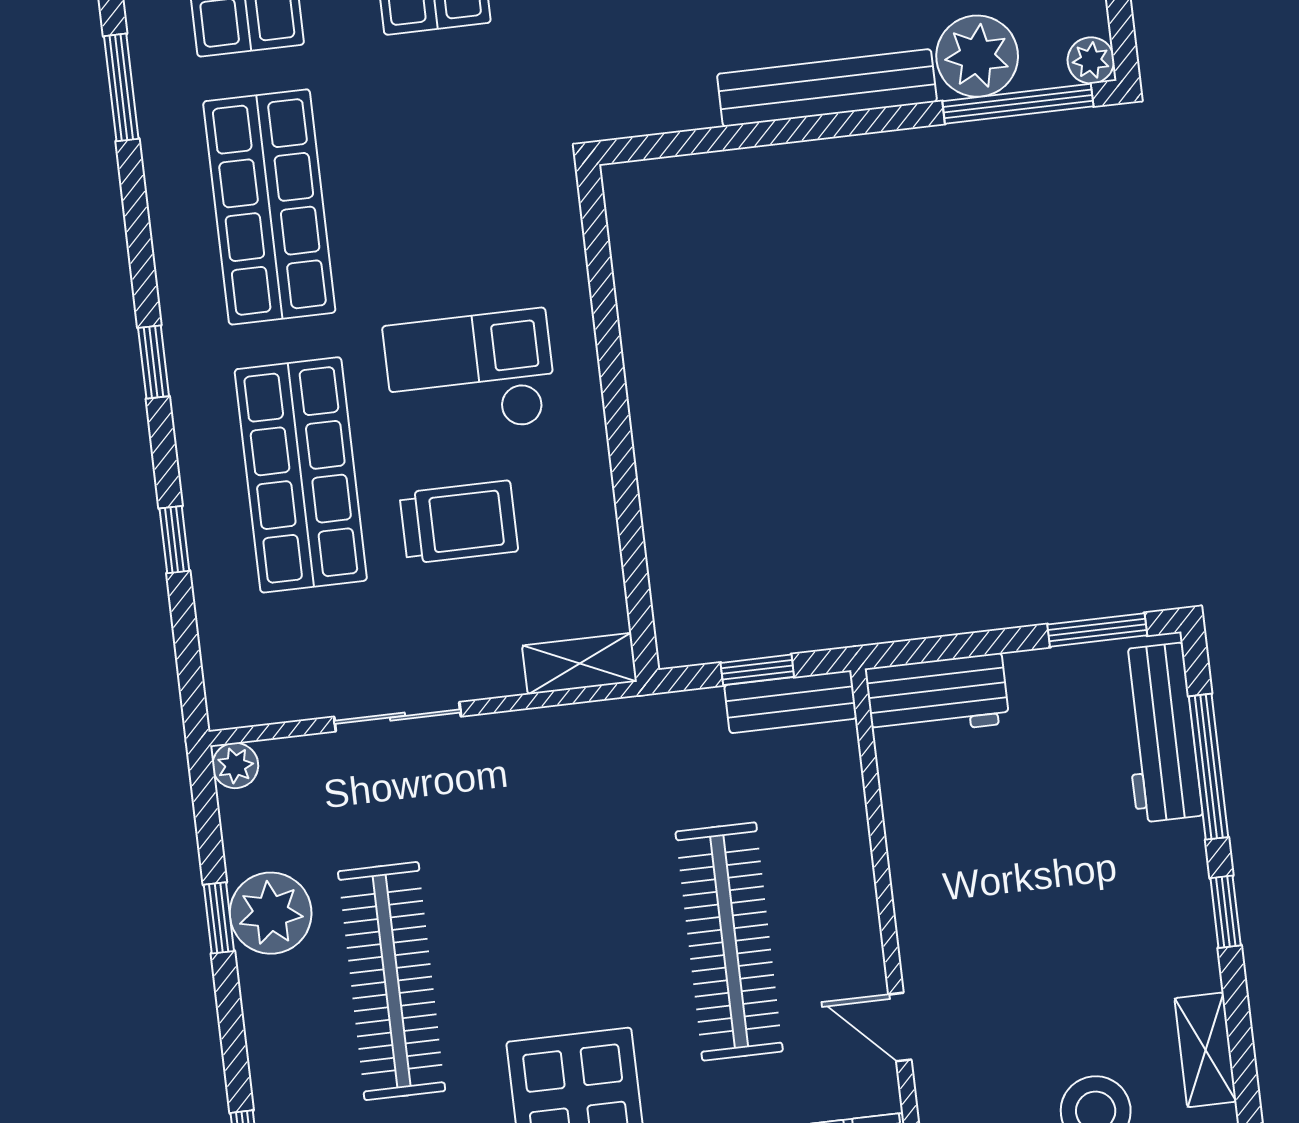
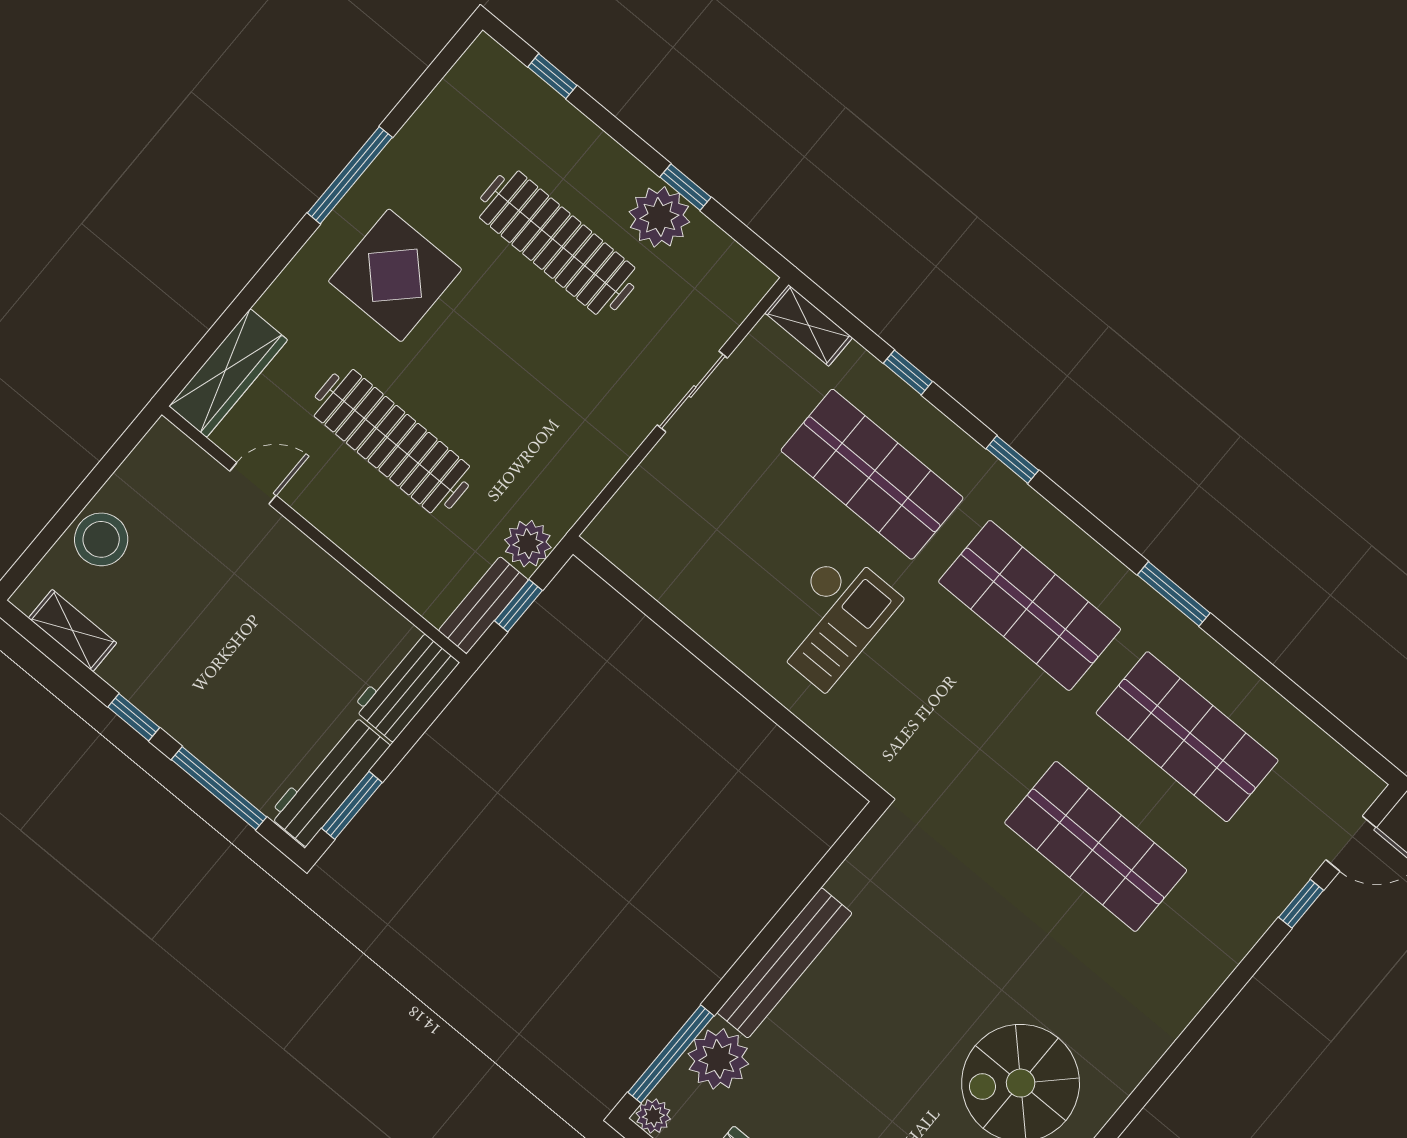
trolley: (459, 522) -> (760, 531), removed
shelving: (580, 664) -> (809, 325), moved, turned 90
workbench: (1160, 733) -> (329, 780), moved, turned -90
plant: (235, 765) -> (528, 544), moved, width x1.38, depth x1.38

